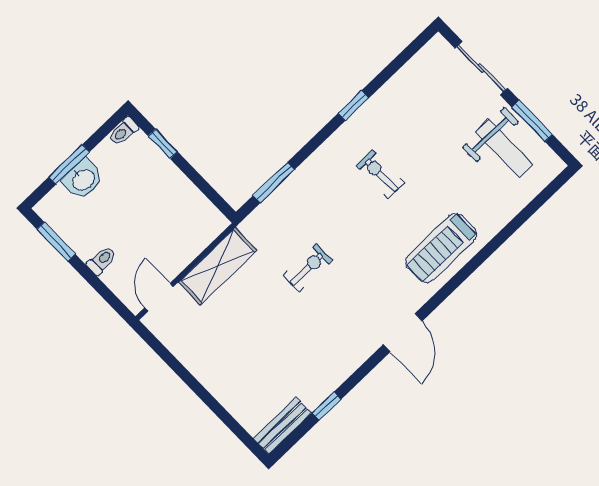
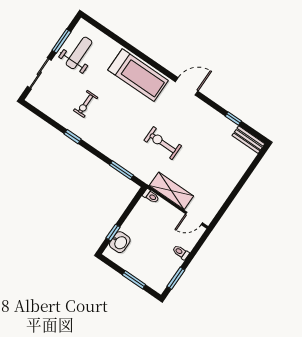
toilet: (124, 131) -> (151, 196), moved
exercise bike: (380, 174) -> (86, 104), moved
washbasin: (83, 179) -> (120, 242), moved, turned 90
treadmill: (441, 248) -> (138, 75), width x1.37, depth x1.38
exercise bike: (308, 268) -> (163, 143), width x1.38, depth x1.39

